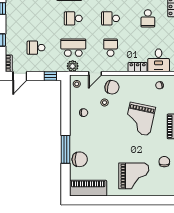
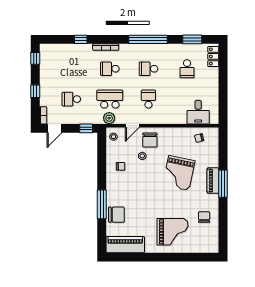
locker: (138, 67) -> (176, 119), removed
chair: (112, 87) -> (150, 140), turned 78

